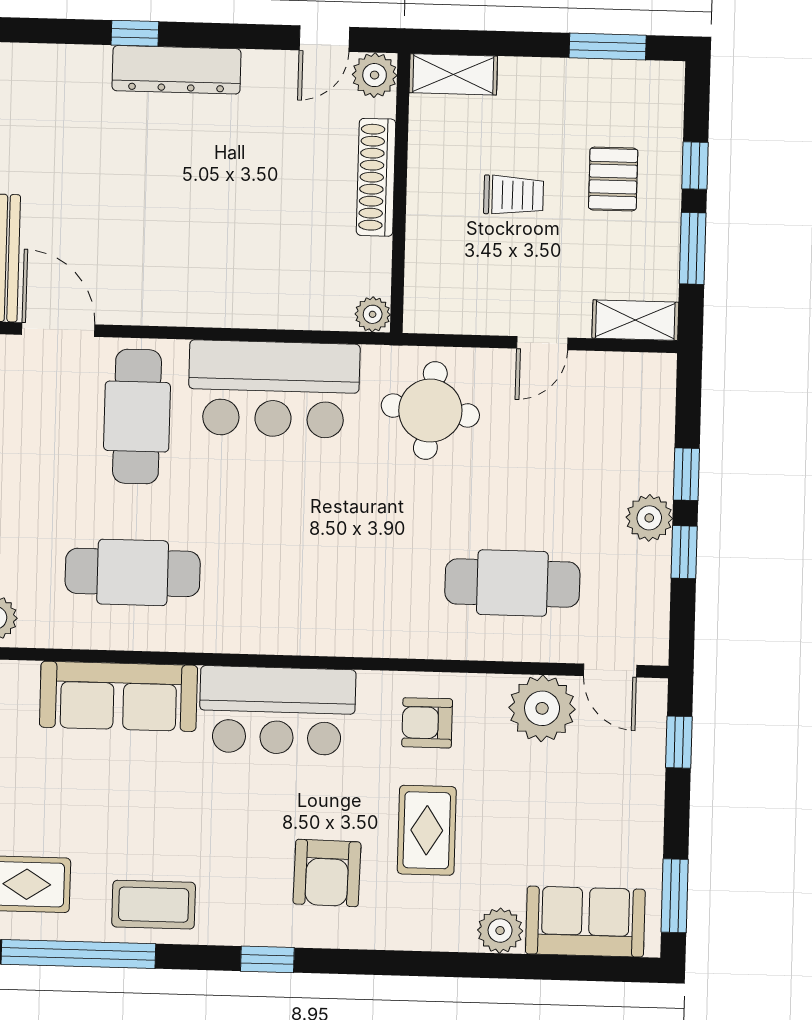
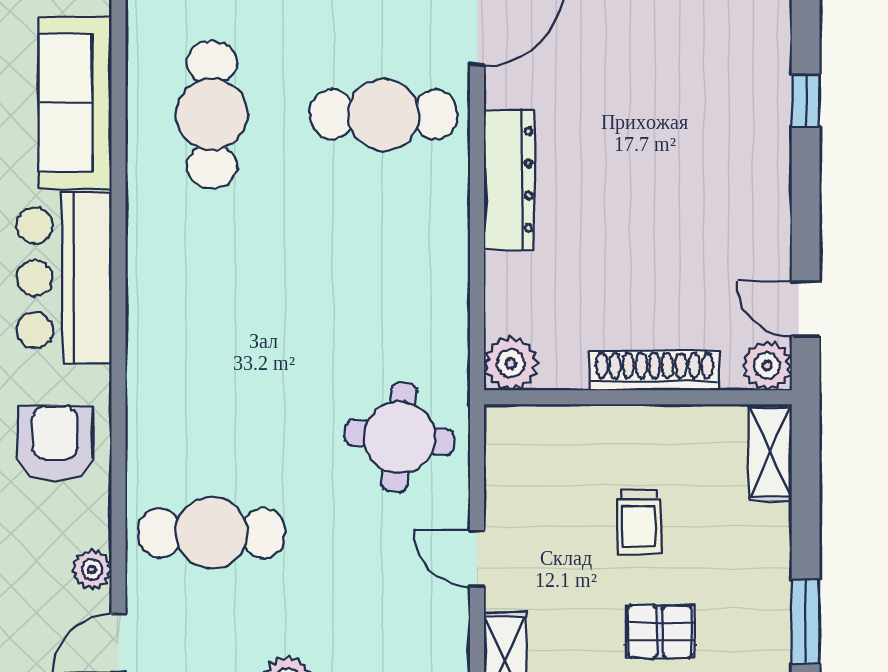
dresser: (177, 70) -> (509, 179), moved, turned 180
plant: (373, 314) -> (511, 363), width x1.38, depth x1.38
bar counter: (274, 389) -> (418, 264), removed
cafe table: (512, 583) -> (212, 533), turned 90
plant: (542, 708) -> (92, 569), width x0.53, depth x0.53
armchair: (427, 723) -> (55, 443), width x1.38, depth x1.38

